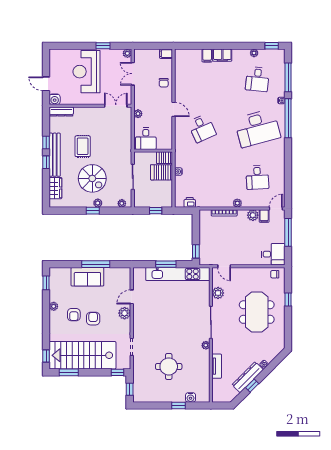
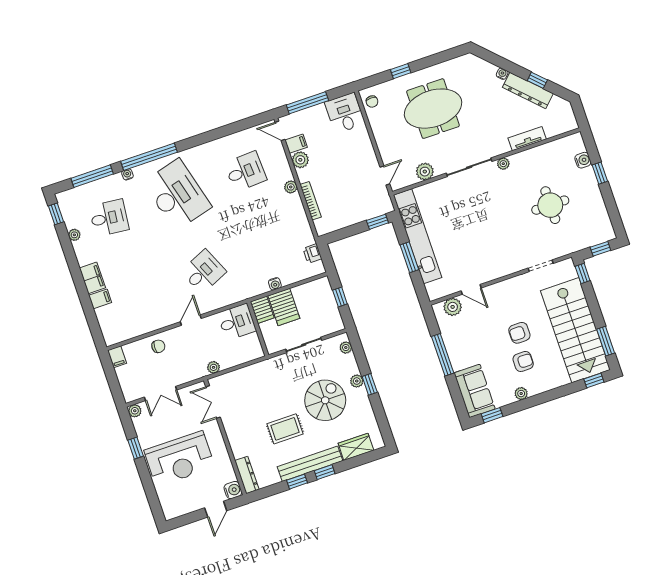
desk: (146, 139) -> (237, 322), moved
sofa: (87, 277) -> (474, 391), moved
plant: (125, 313) -> (453, 307), moved

